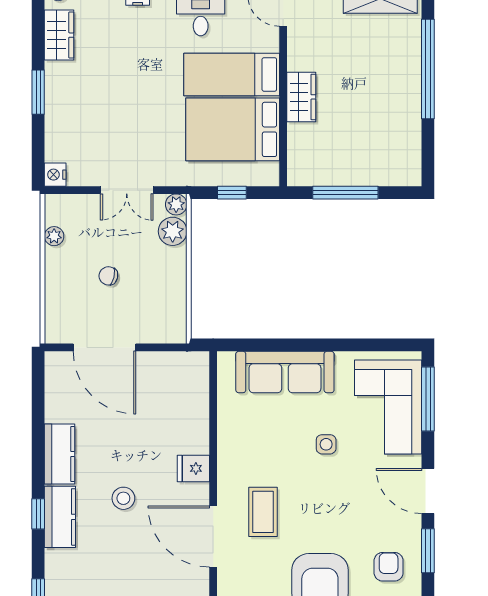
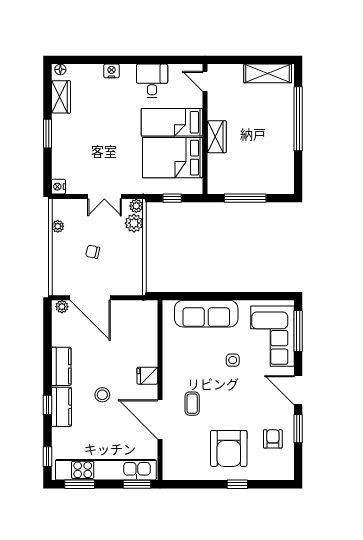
plant: (60, 361) -> (62, 307), added
coffee table: (263, 512) -> (192, 404), width x0.73, depth x0.77

